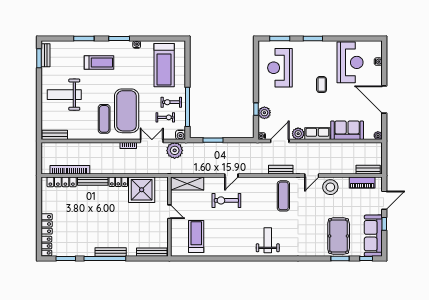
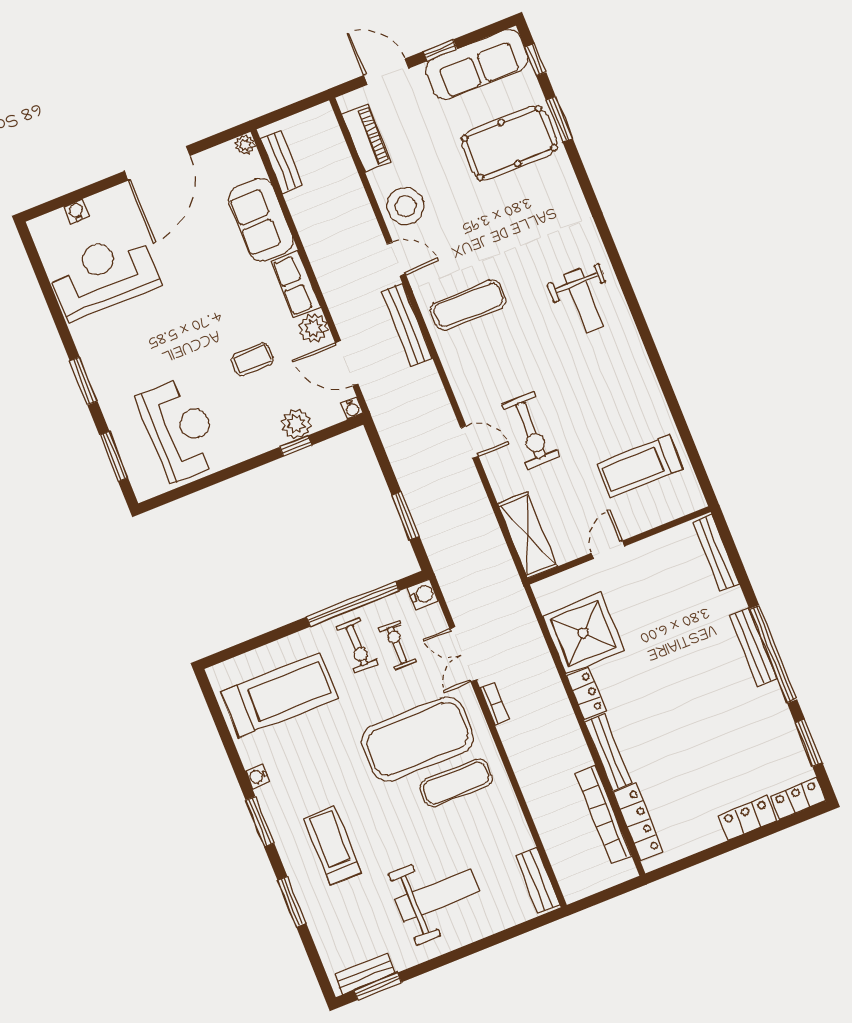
reception desk: (280, 68) -> (180, 429), turned -90
coffee table: (322, 85) -> (252, 359), moved
weight bench: (64, 95) -> (437, 896), turned -90
plant: (175, 150) -> (464, 594), removed
bench: (281, 170) -> (407, 325), width x1.36
bench: (368, 170) -> (282, 162), moved
weight bench: (268, 240) -> (583, 300), turned -90

